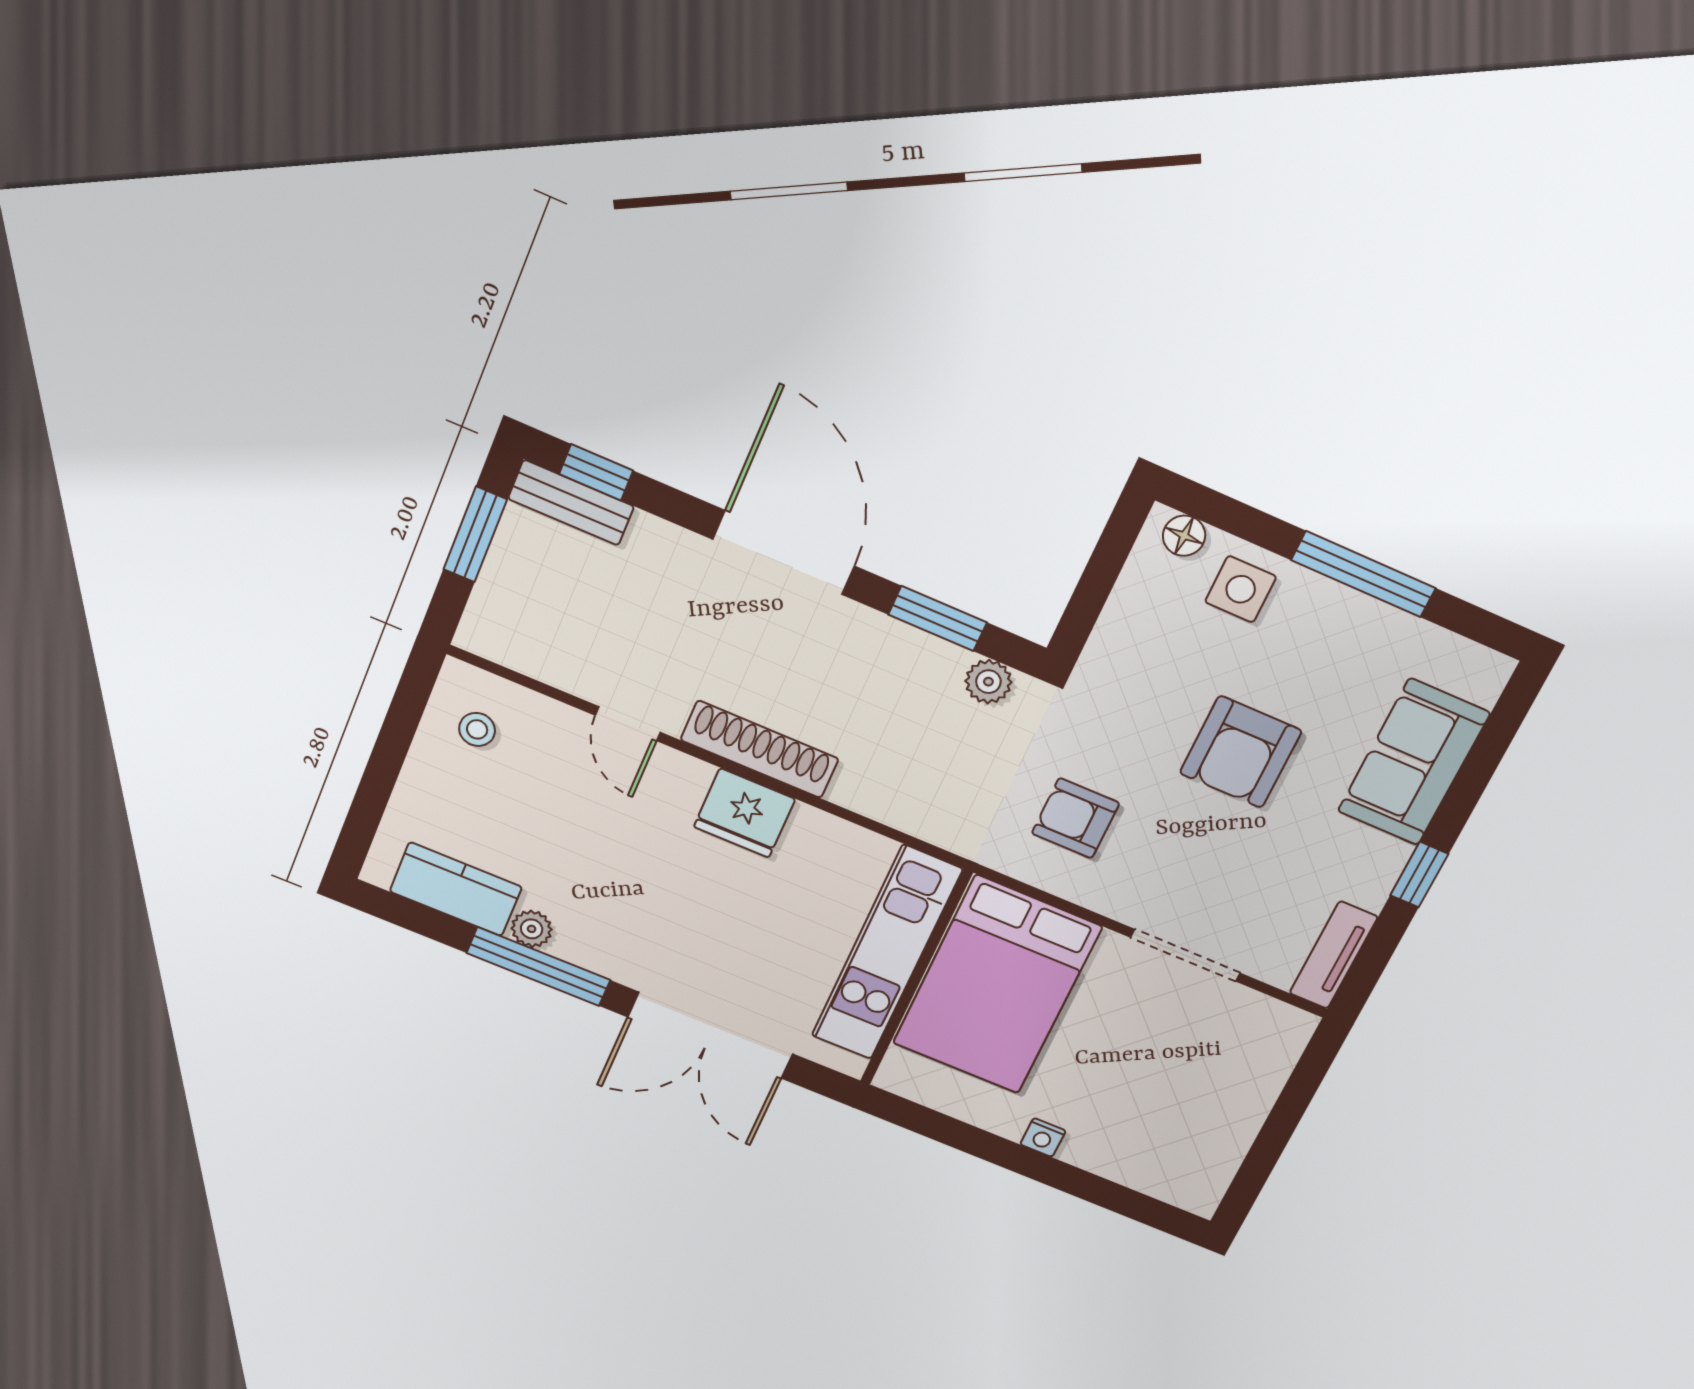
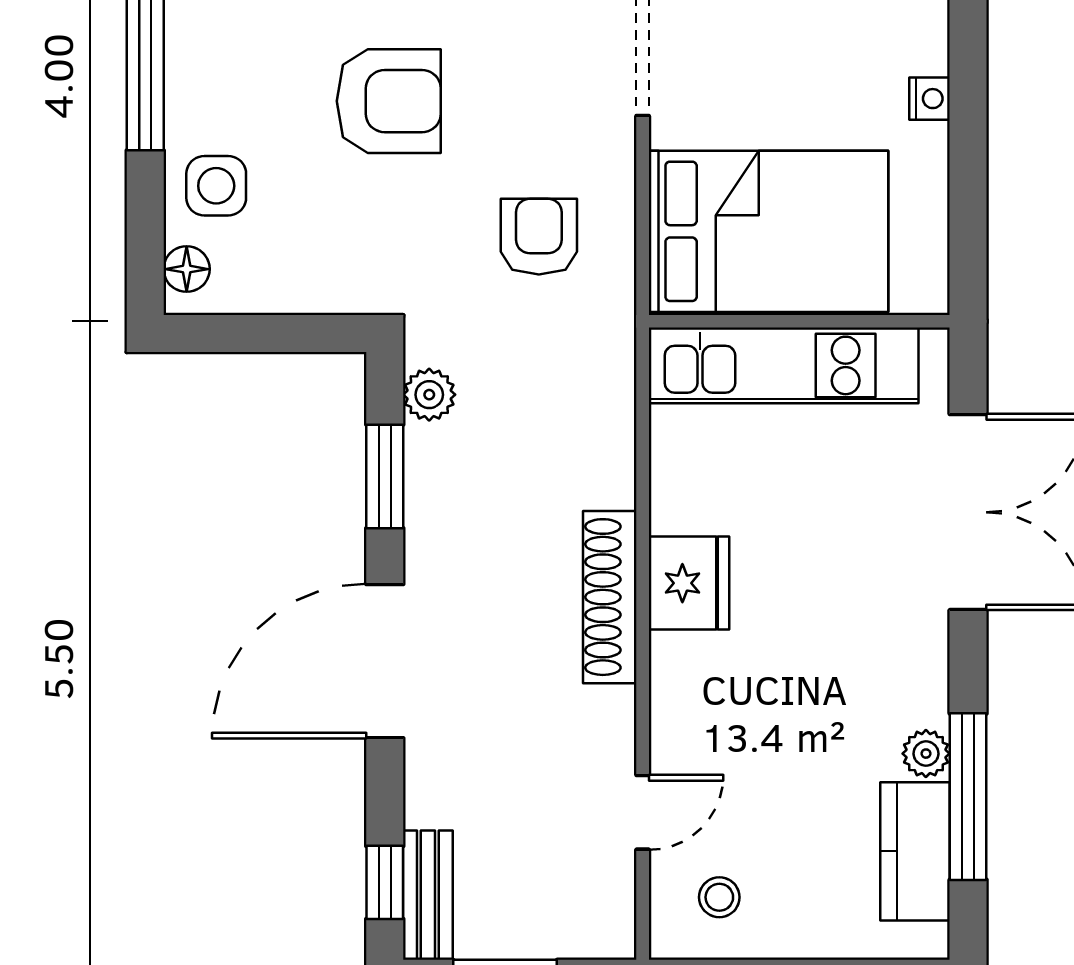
door: (628, 724) -> (643, 812), moved
armchair: (1076, 818) -> (539, 237), turned 180
window: (539, 967) -> (968, 797), moved

